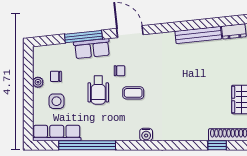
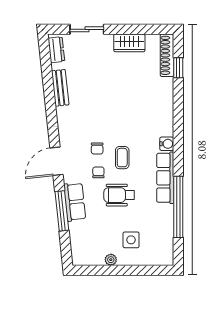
bench: (198, 35) -> (60, 88), width x0.73
chair: (56, 76) -> (97, 149), moved
wheelchair: (98, 90) -> (119, 195), turned 180
row of seats: (57, 133) -> (165, 178), moved

